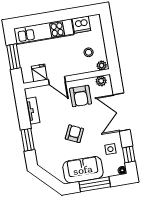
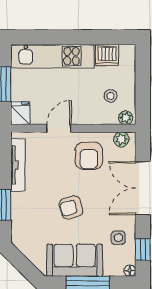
fridge: (39, 73) -> (20, 113), moved
door: (57, 81) -> (59, 128), swing flipped
tv unit: (33, 111) -> (18, 165), width x1.41
armchair: (74, 134) -> (71, 207), turned -131

